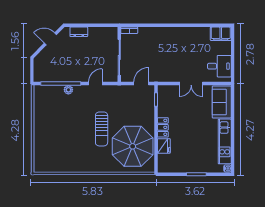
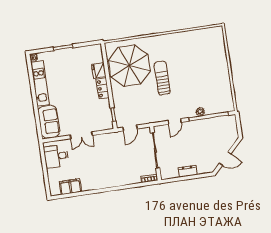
dresser: (79, 32) -> (187, 171), moved
filing cabinet: (221, 34) -> (70, 187), moved
double door: (191, 84) -> (81, 135), swing flipped

